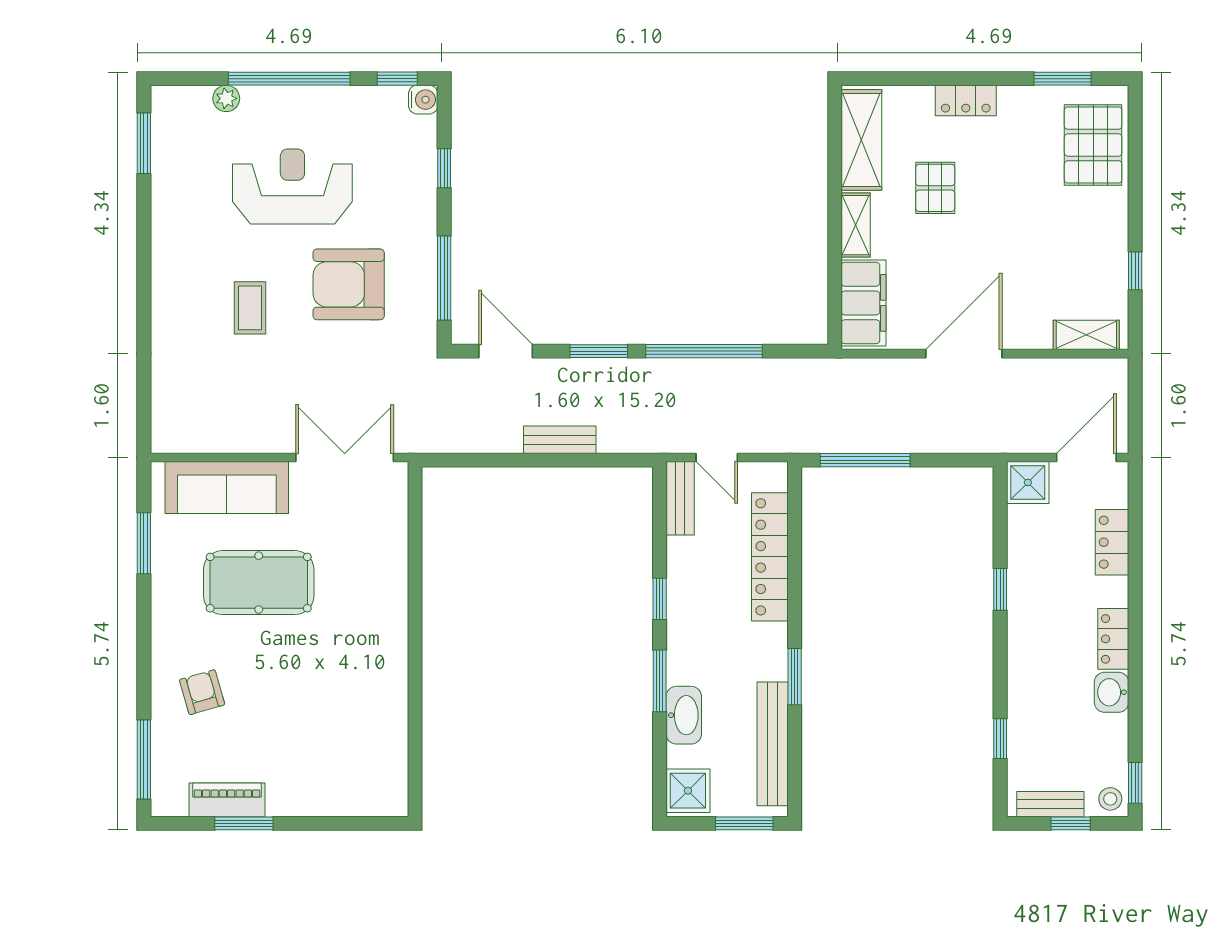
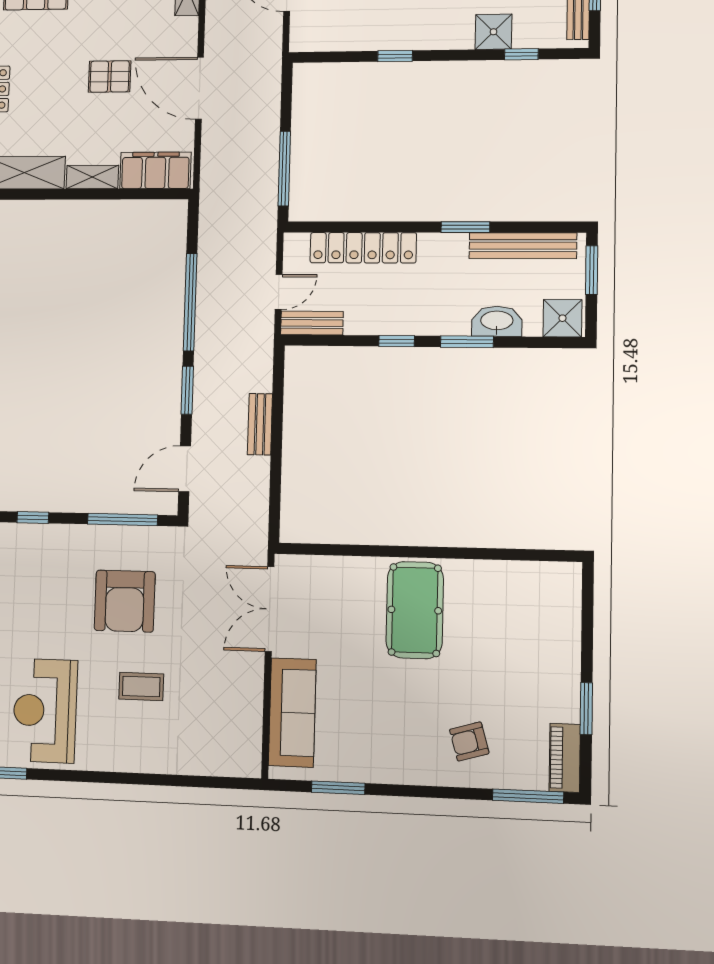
reception desk: (292, 186) -> (45, 711), moved
pallet: (935, 188) -> (110, 77), moved
shower: (1028, 482) -> (493, 32), moved
pool table: (259, 583) -> (415, 610), moved
piano: (227, 800) -> (565, 758), moved

